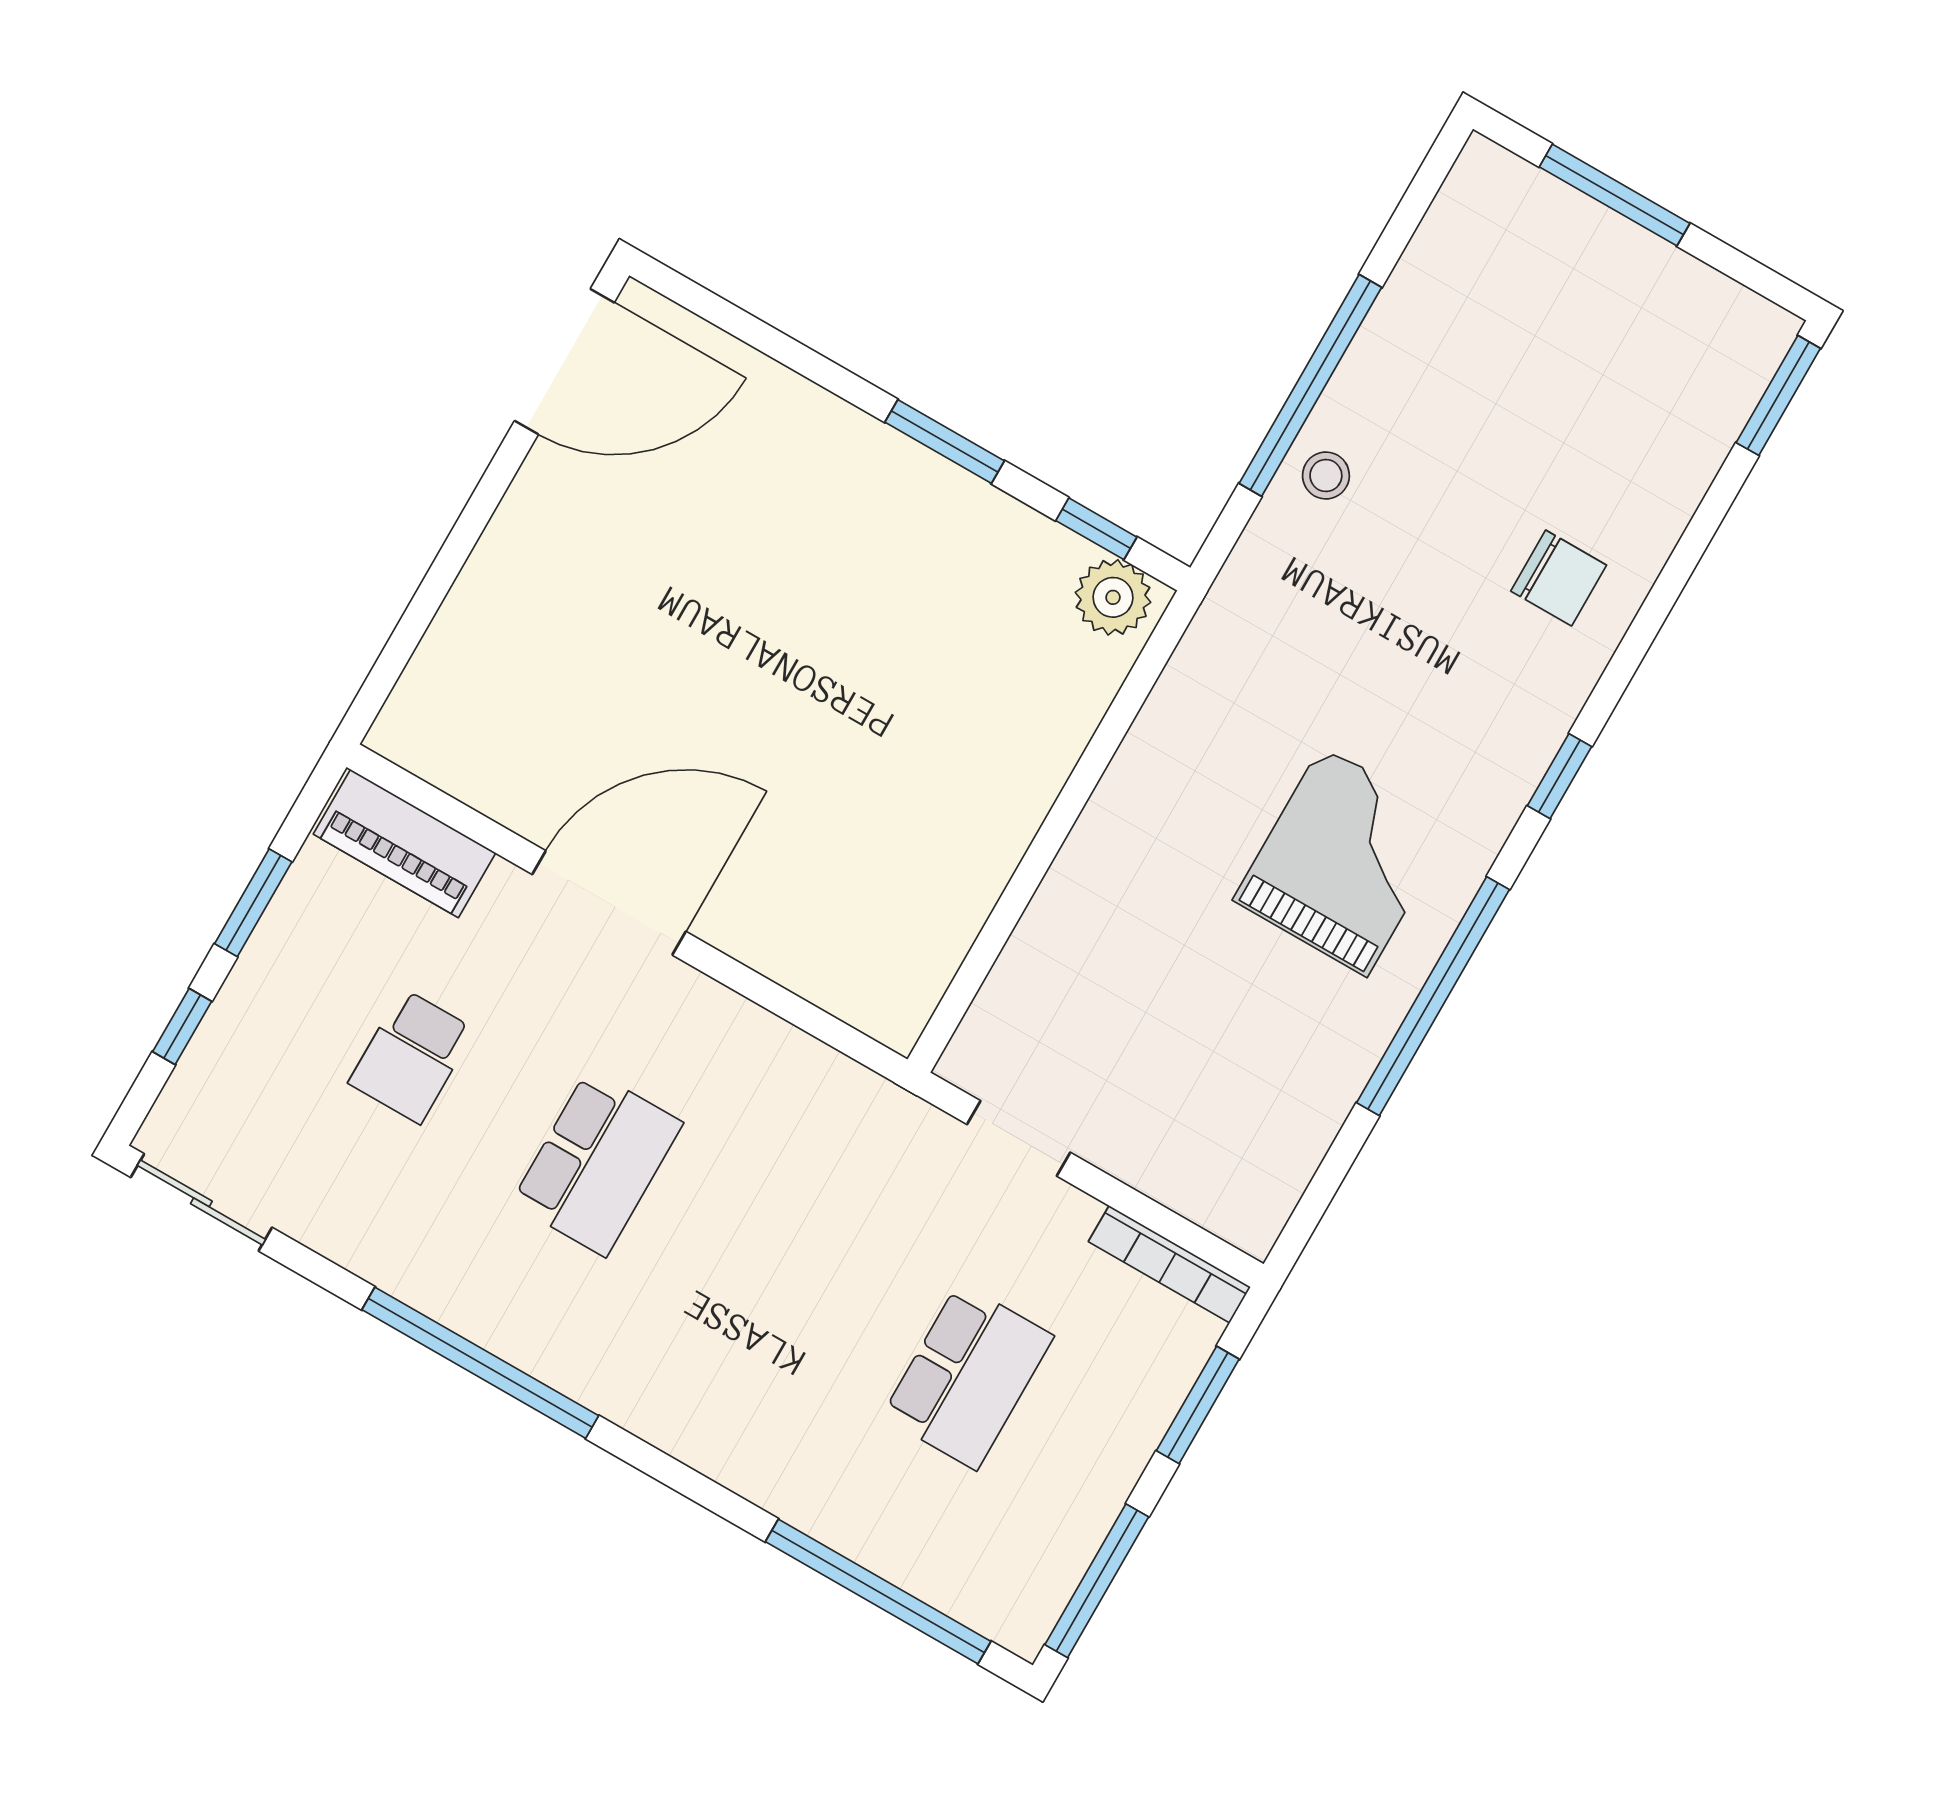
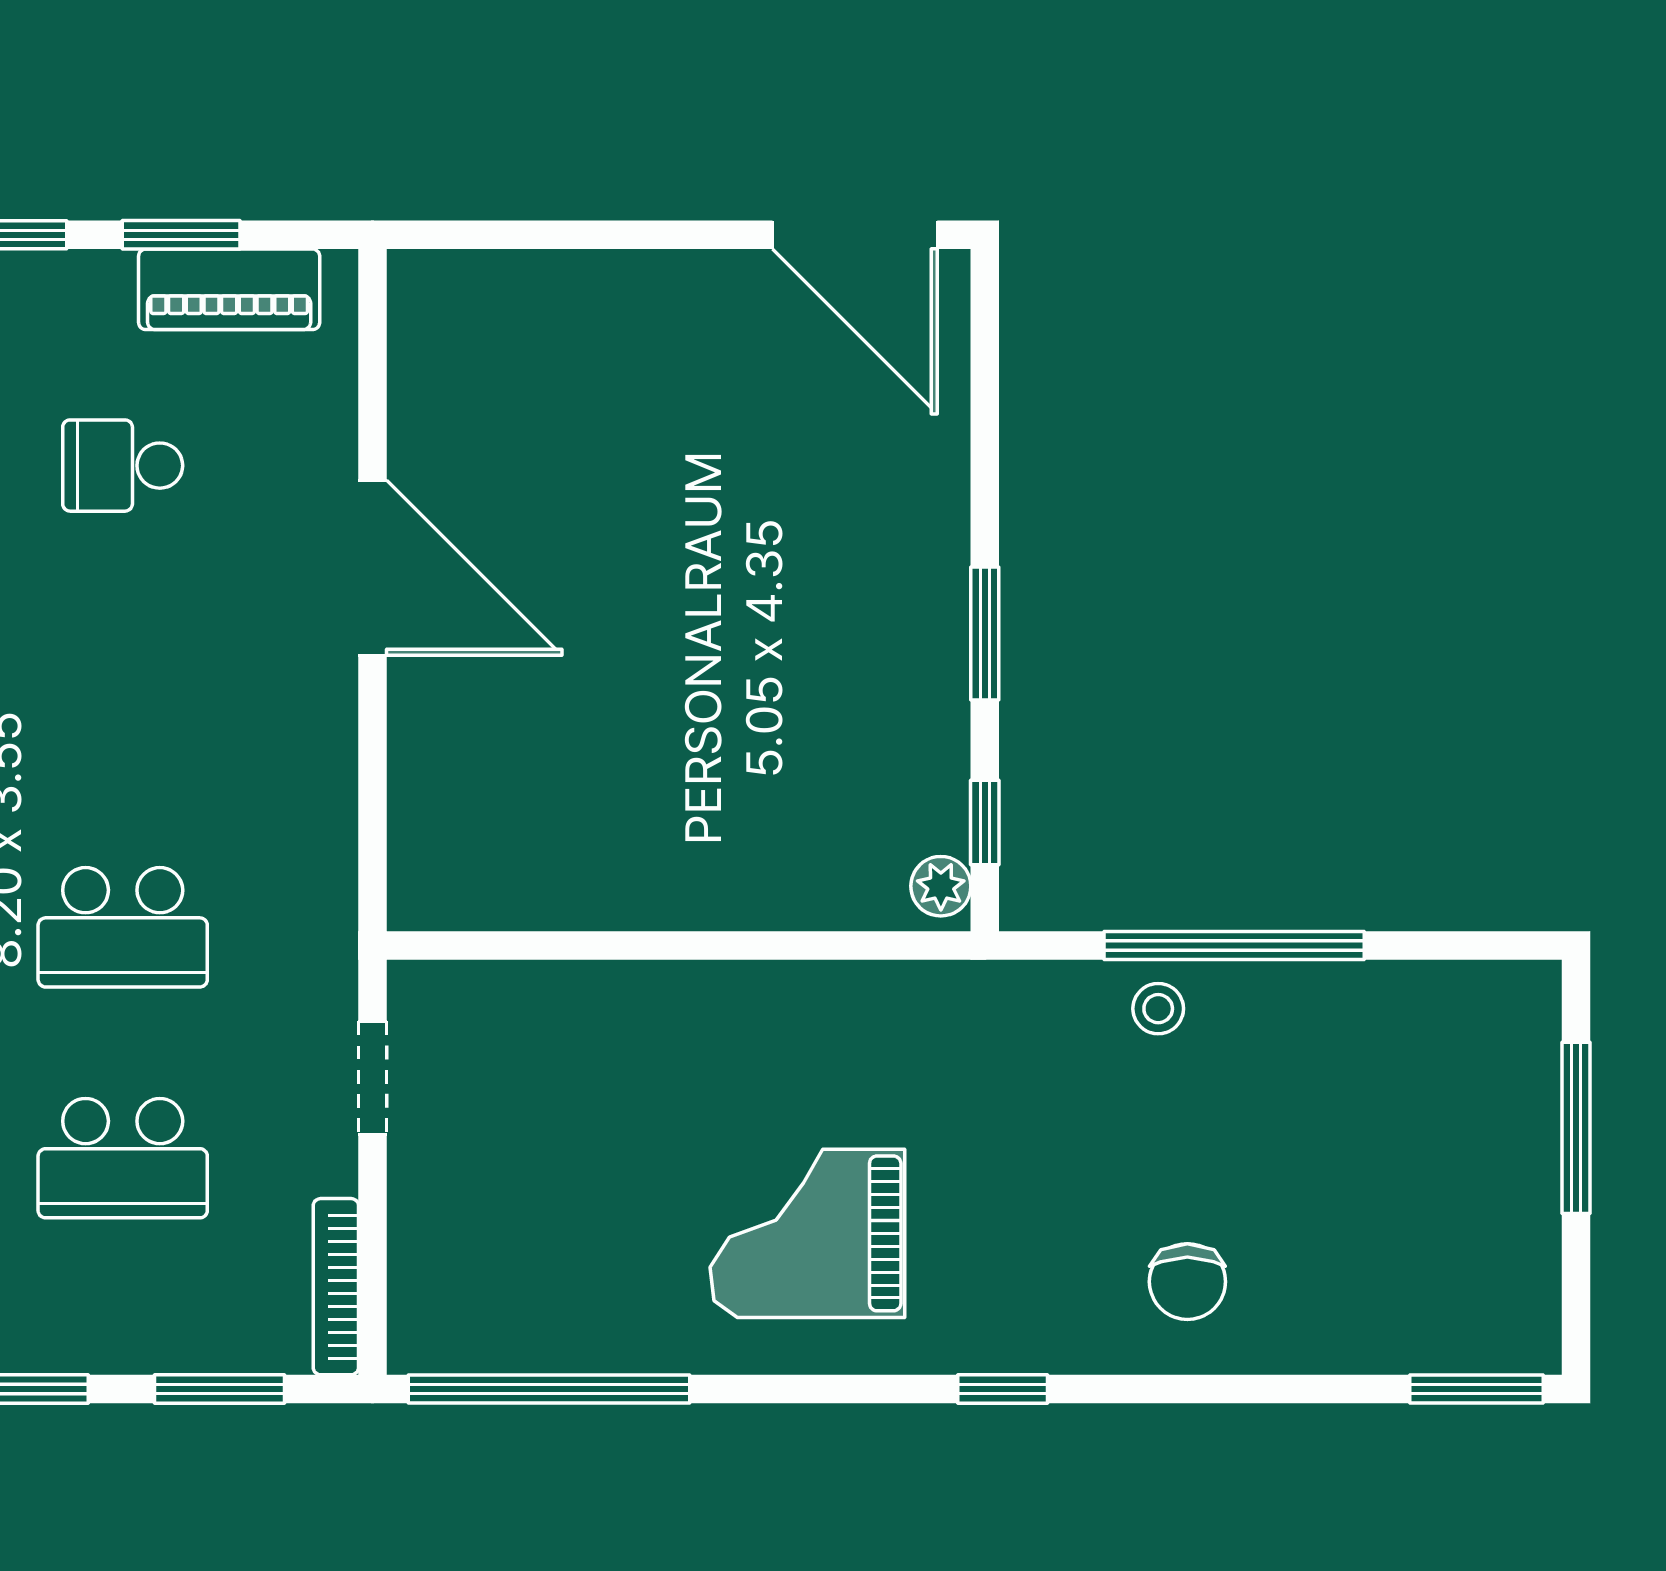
plant: (1113, 597) -> (941, 886), width x0.73, depth x0.73
piano: (404, 843) -> (229, 289), moved, turned -90
grand piano: (1344, 861) -> (807, 1233), turned 180
window: (1433, 996) -> (549, 1389), moved
school desk: (597, 1163) -> (123, 927), moved

